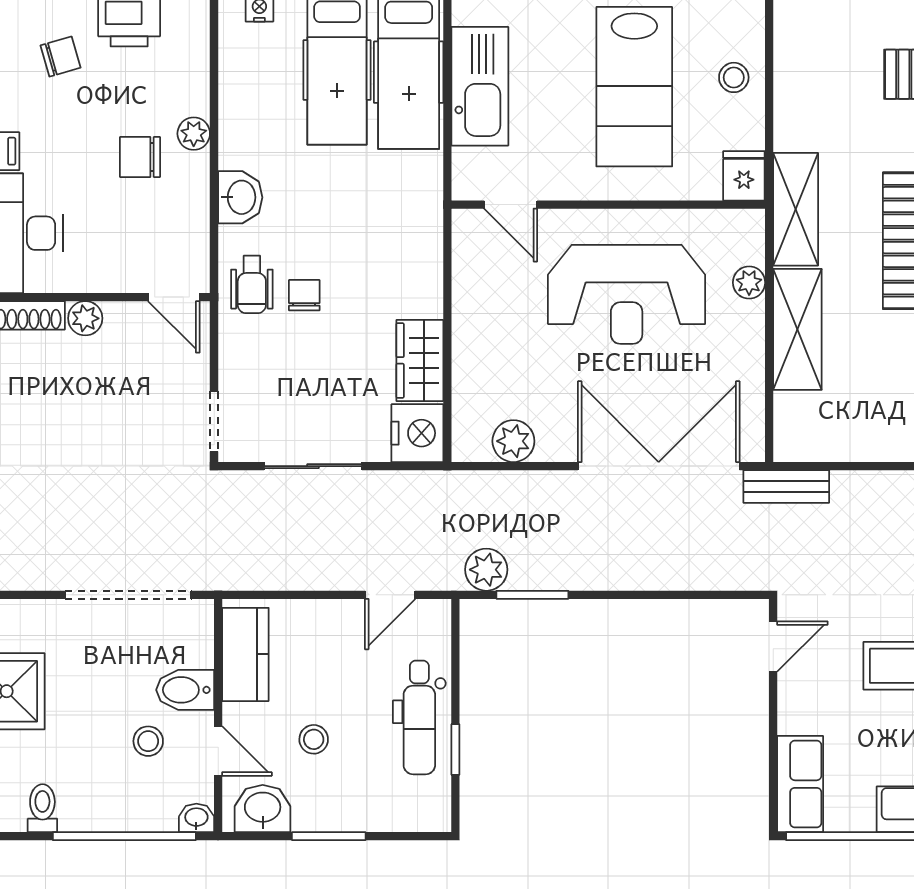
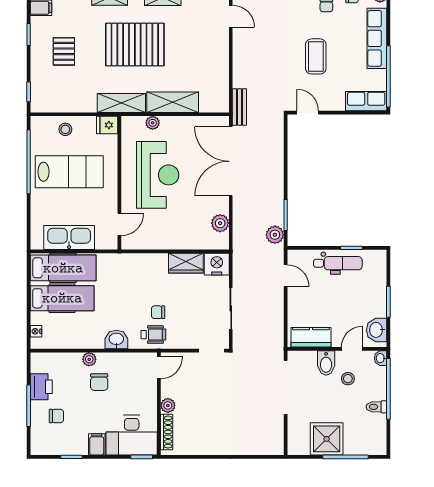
chair: (61, 57) -> (56, 416), turned 106
stool: (314, 739) -> (347, 308), removed
toilet: (42, 808) -> (376, 407), moved

